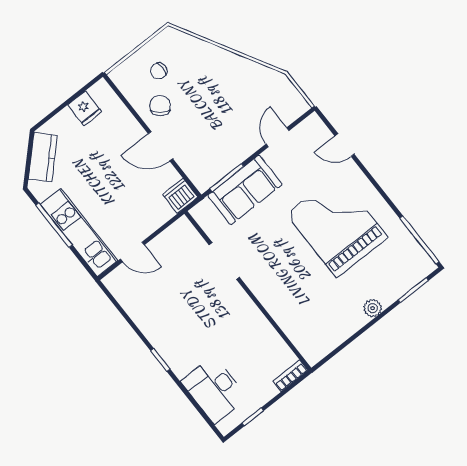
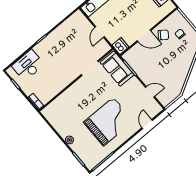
door: (160, 146) -> (144, 36), swing flipped
sofa: (245, 190) -> (117, 69), moved
door: (132, 252) -> (100, 32), moved

